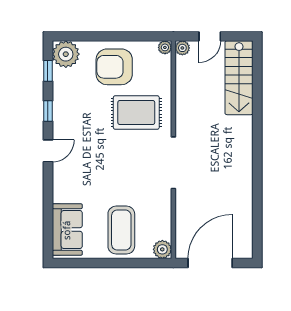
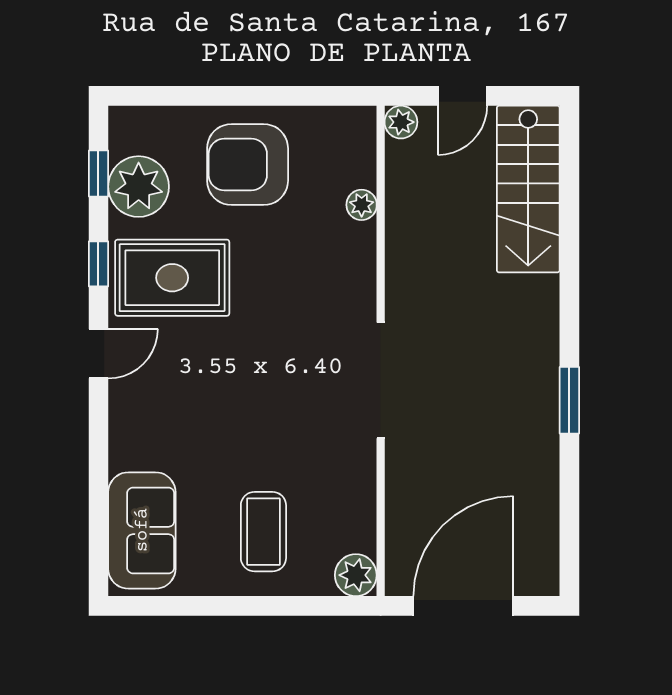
plant: (165, 47) -> (362, 205), moved
plant: (66, 54) -> (139, 187), moved
rug: (136, 112) -> (172, 278), moved
window: (257, 172) -> (569, 400), added
coffee table: (121, 230) -> (263, 532), width x0.73, depth x0.76

